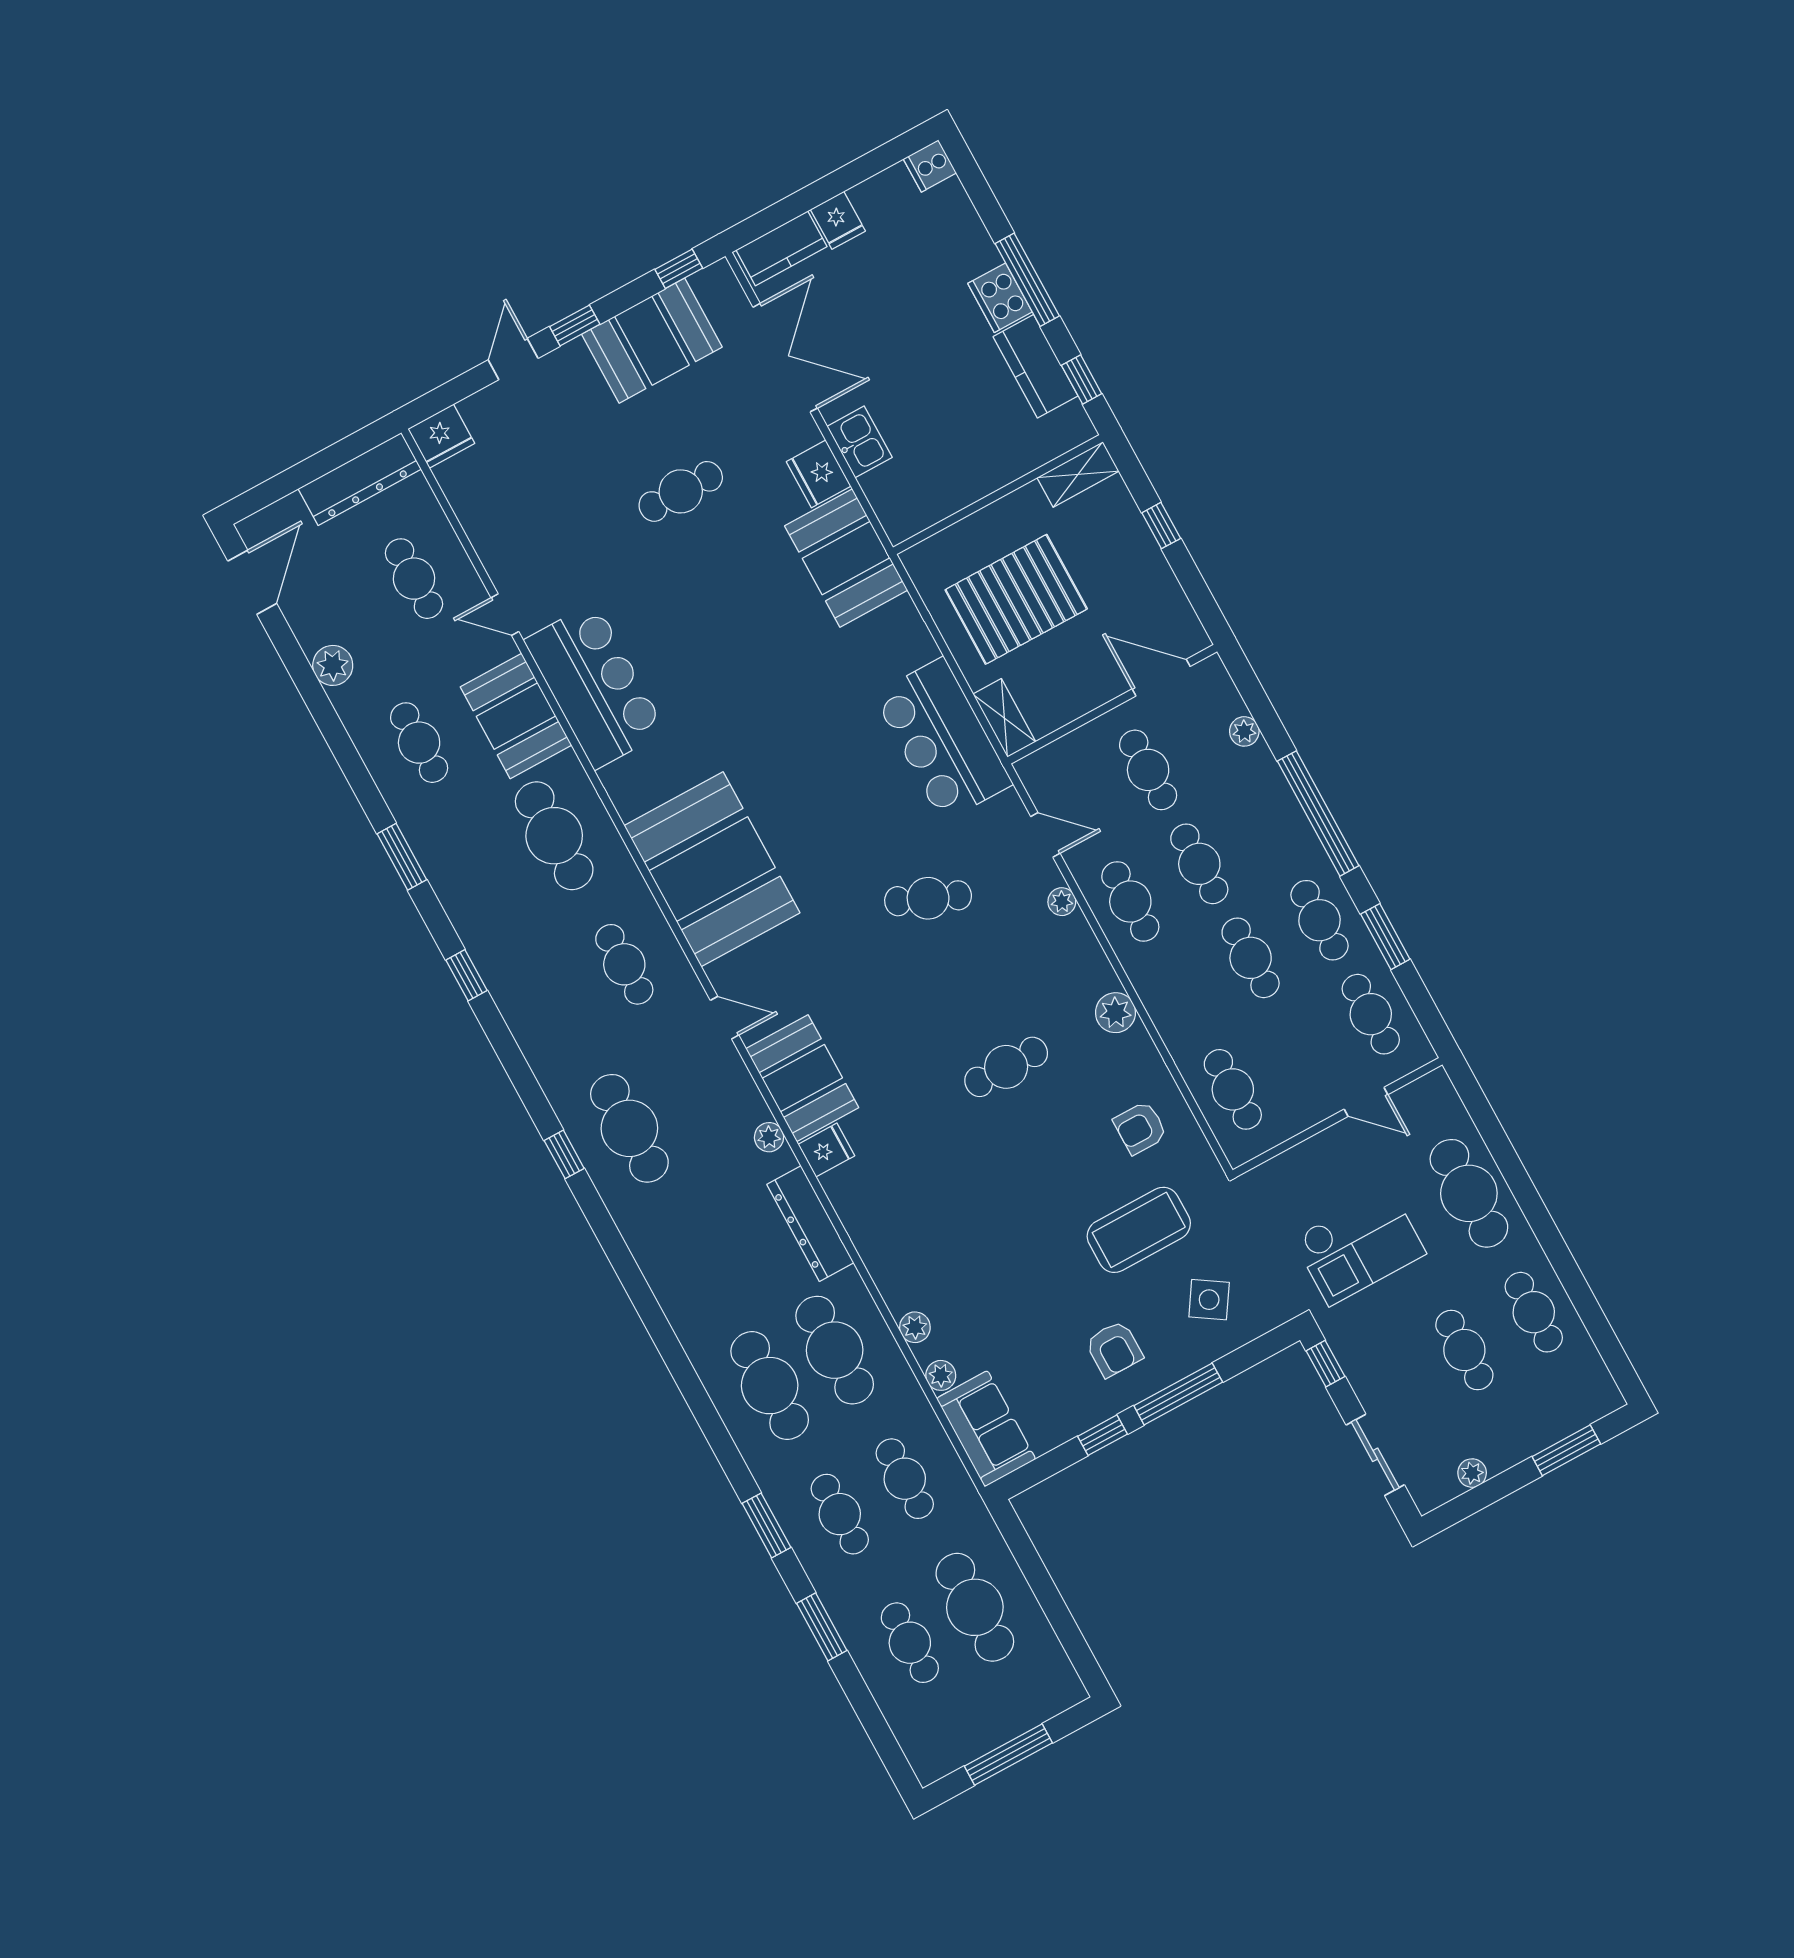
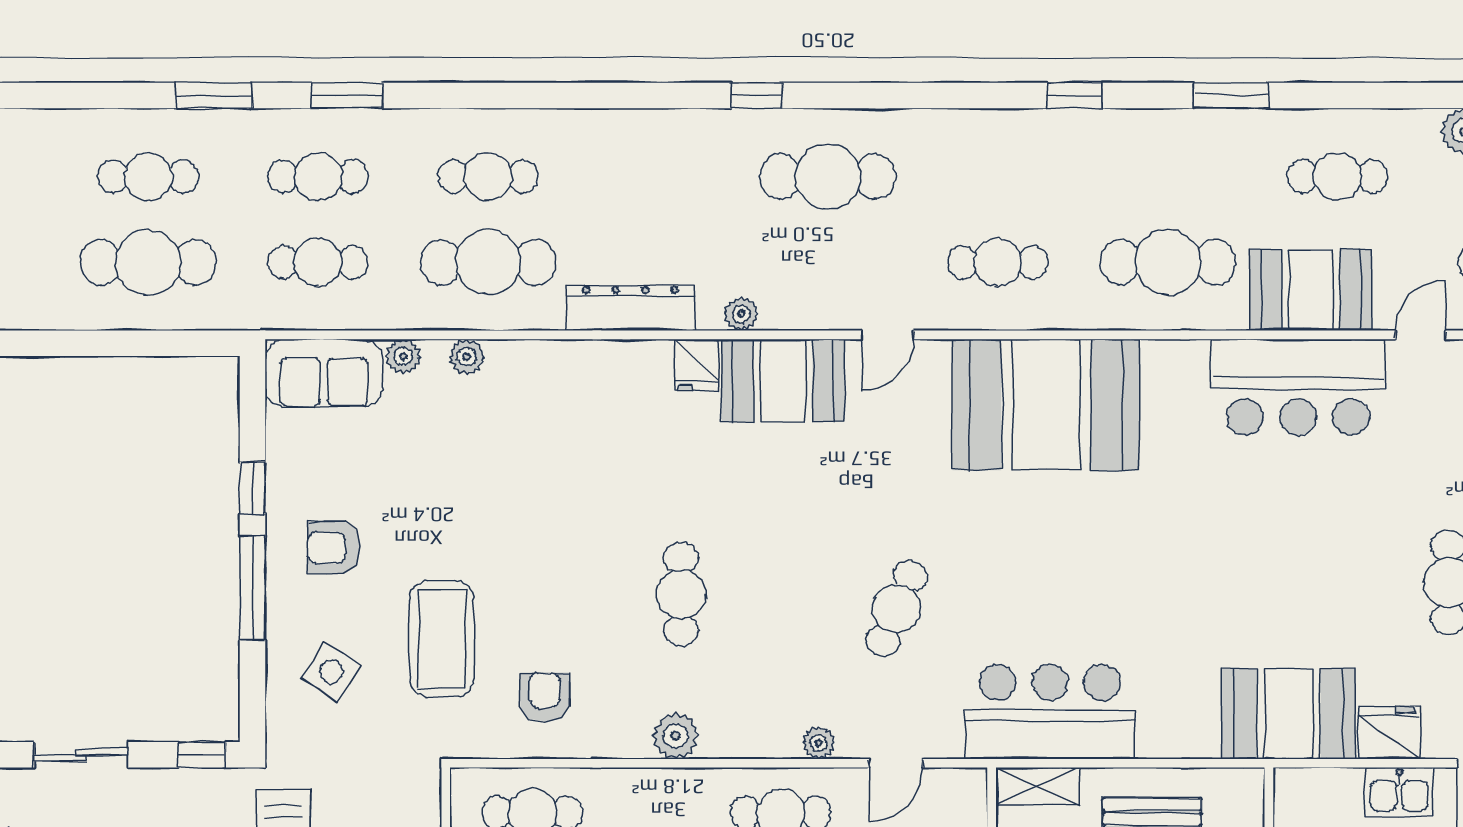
window: (564, 1154) -> (756, 96), moved
cafe table: (770, 1386) -> (488, 176), width x0.73, depth x0.74

